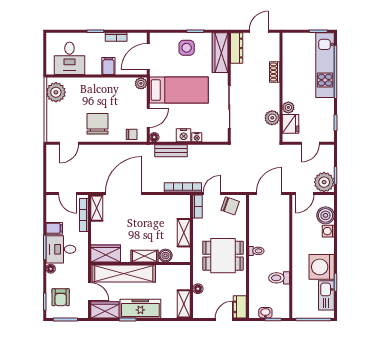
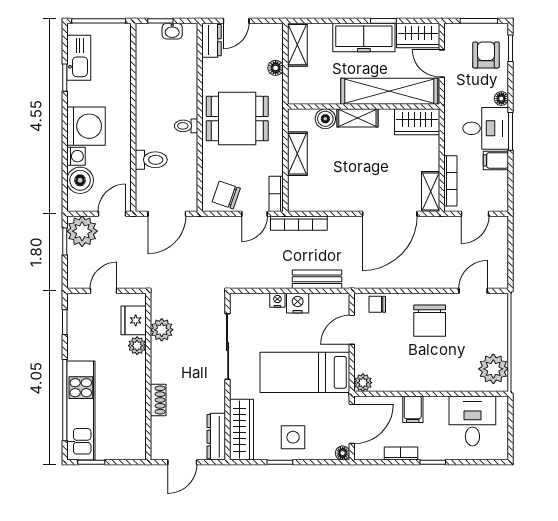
floor lamp: (154, 137) -> (343, 453), moved
door: (68, 194) -> (475, 214), swing flipped
washing machine: (322, 267) -> (86, 126), moved
toilet: (279, 278) -> (151, 160), moved

